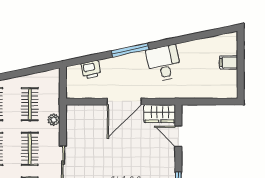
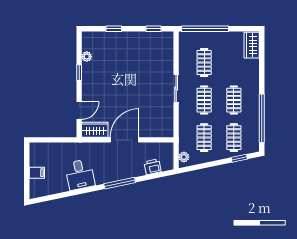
desk: (164, 63) -> (80, 174), moved
plant: (54, 120) -> (184, 157), moved
door: (178, 136) -> (79, 111), hinge flipped

